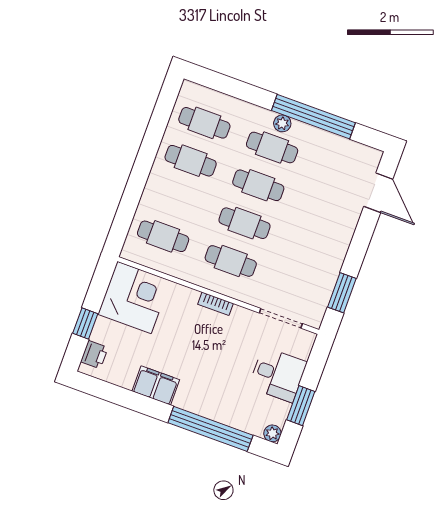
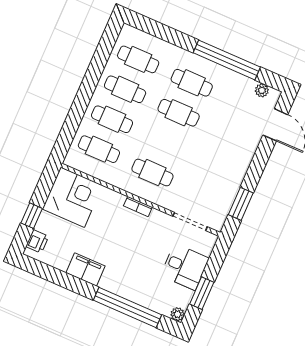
plant: (282, 123) -> (262, 90), moved
cafe table: (244, 223) -> (112, 119), moved

